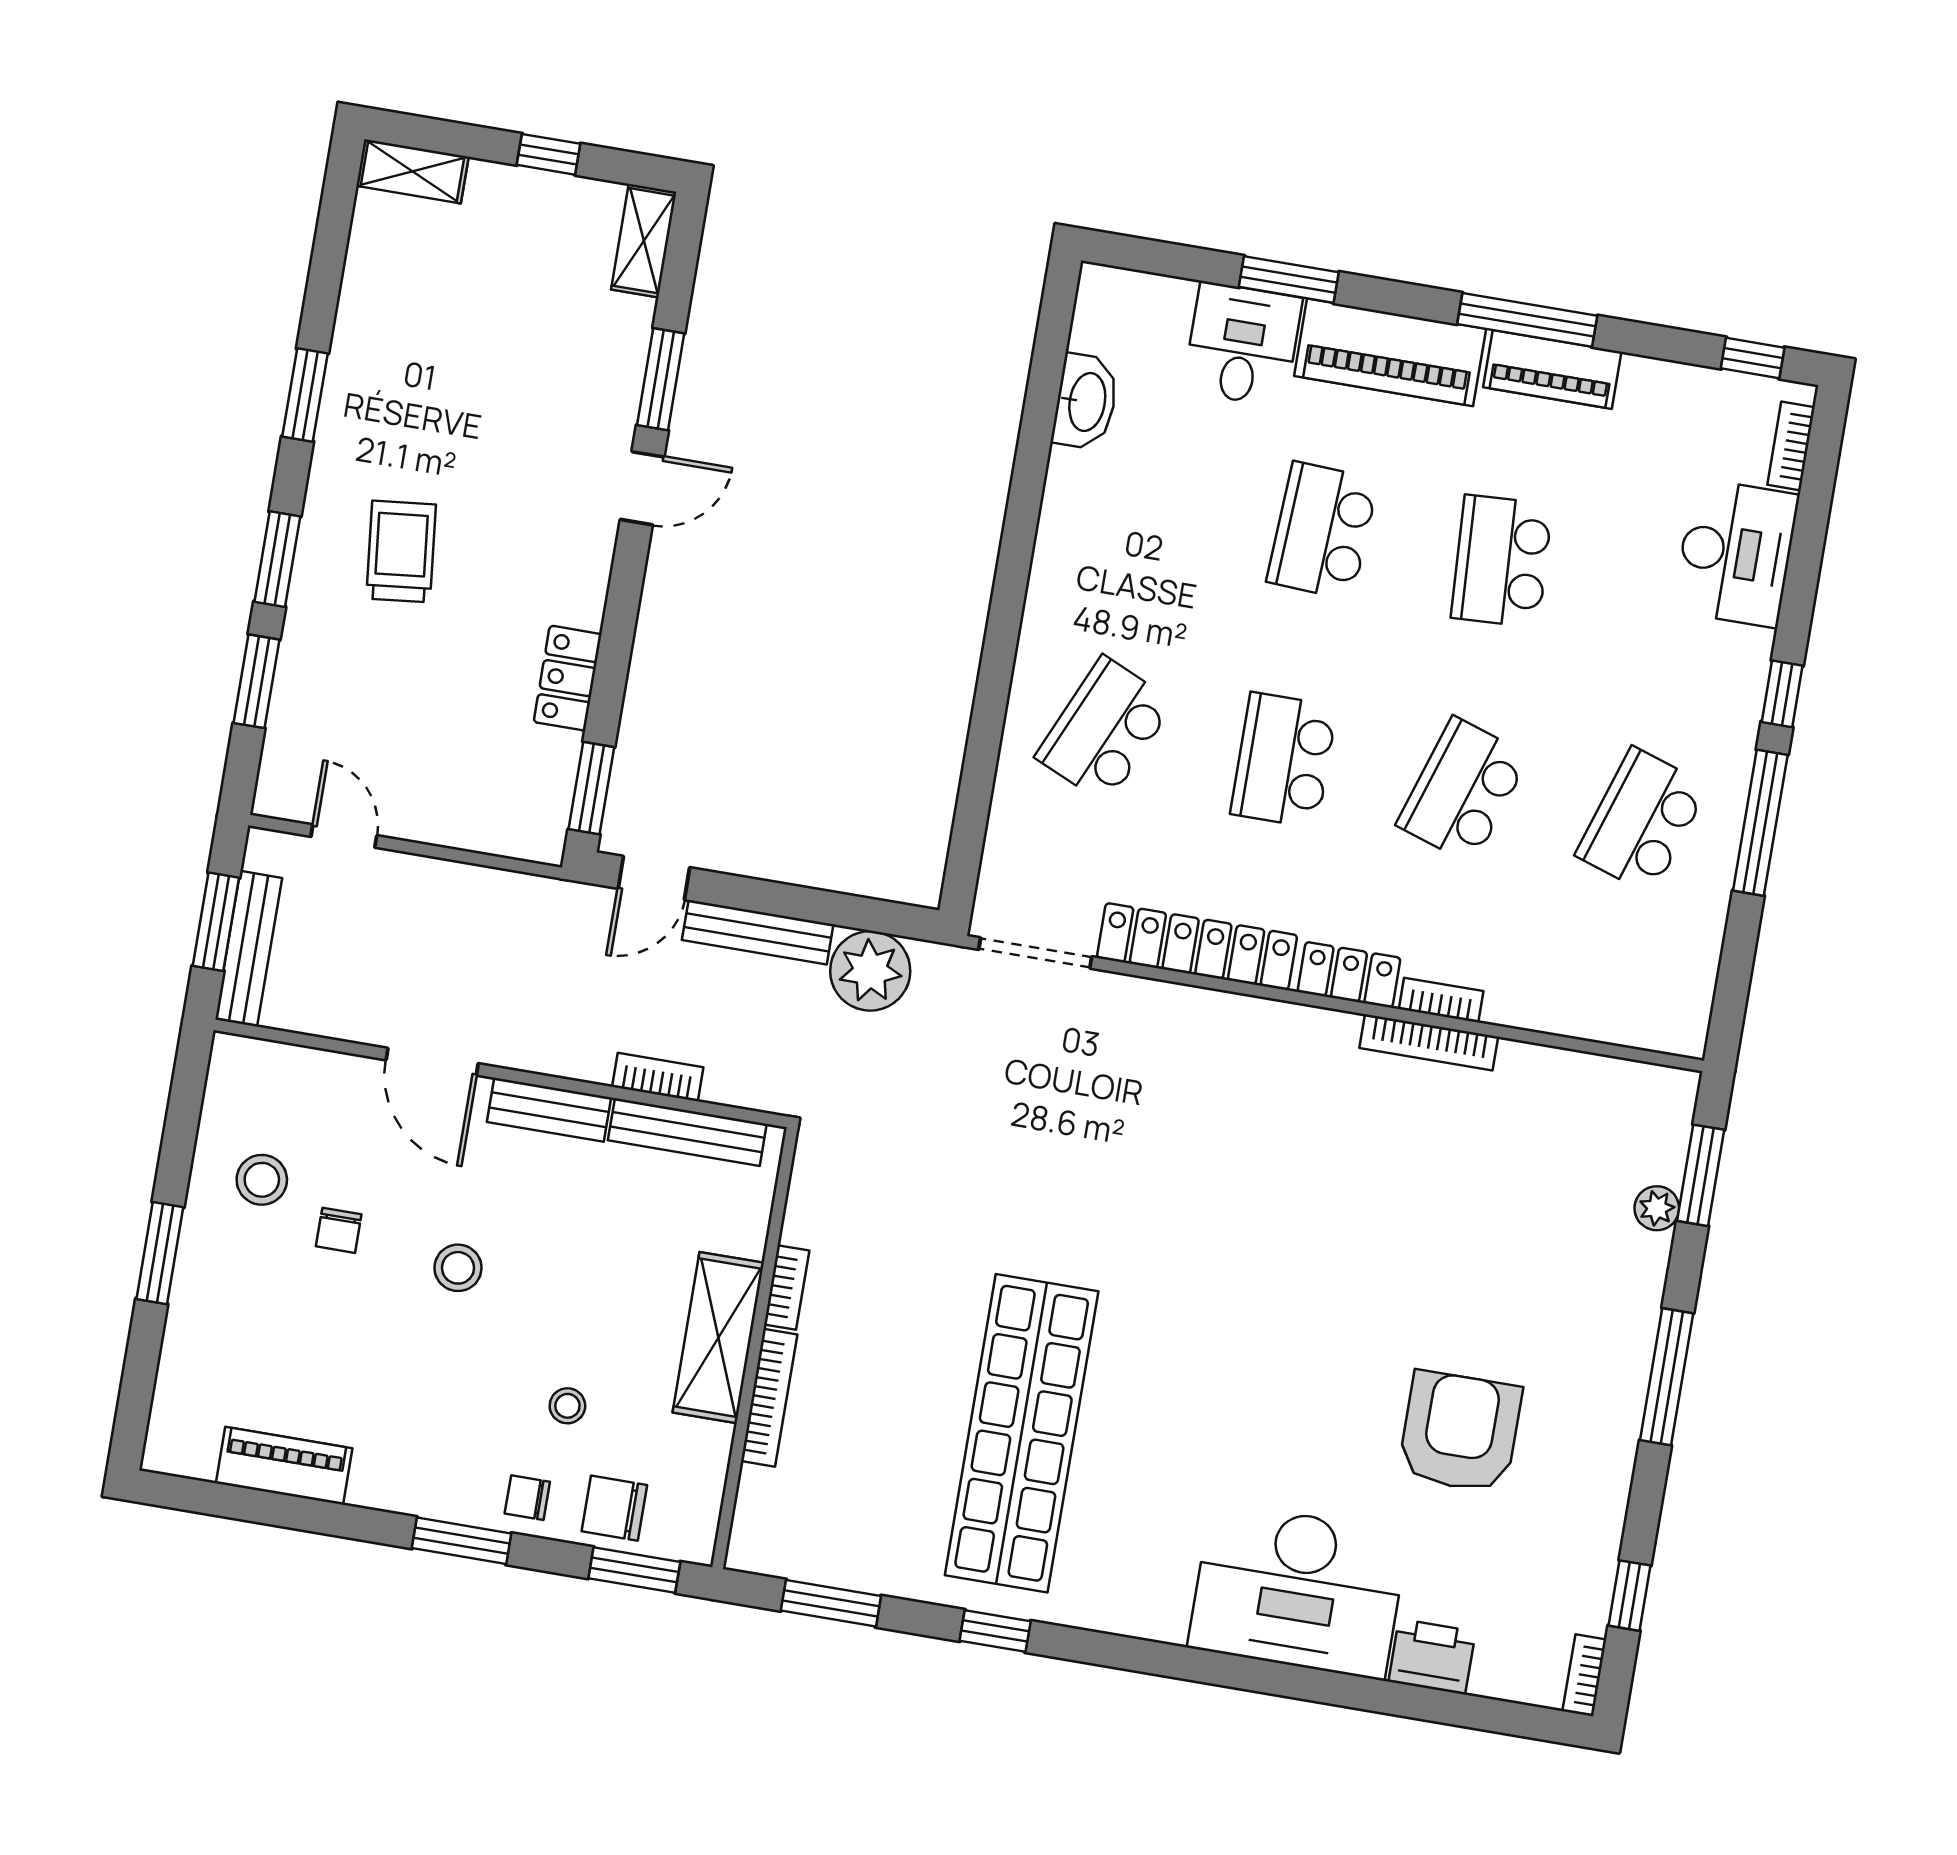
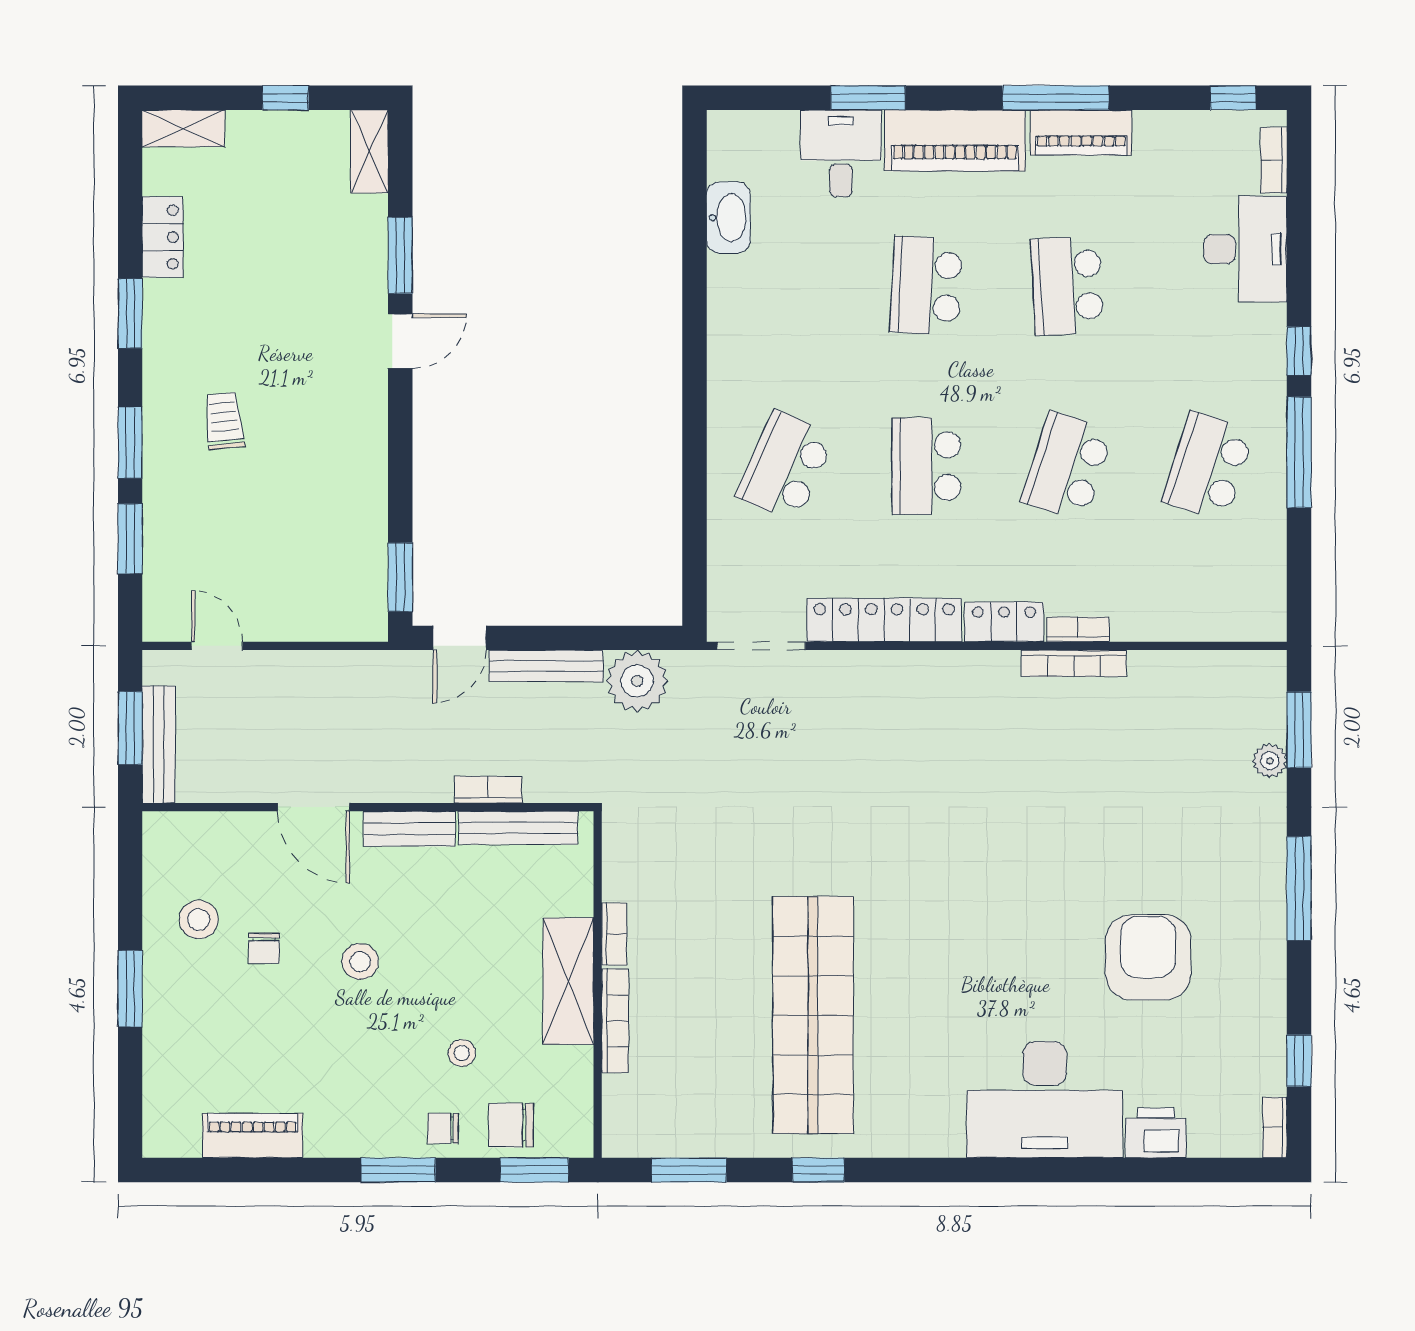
trolley: (401, 552) -> (224, 421), width x0.73, depth x0.72
locker: (568, 678) -> (163, 237), moved, turned 180

